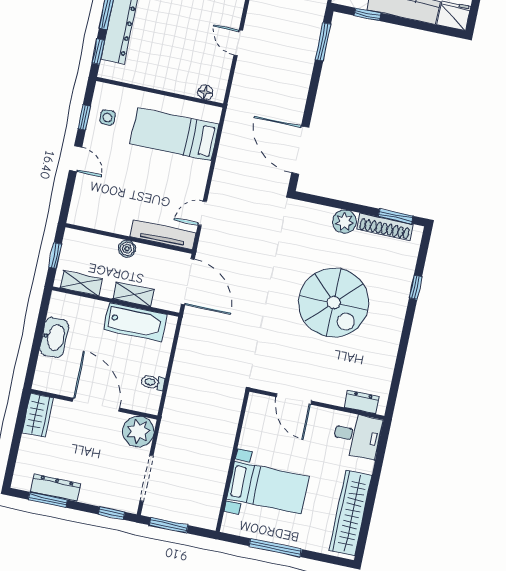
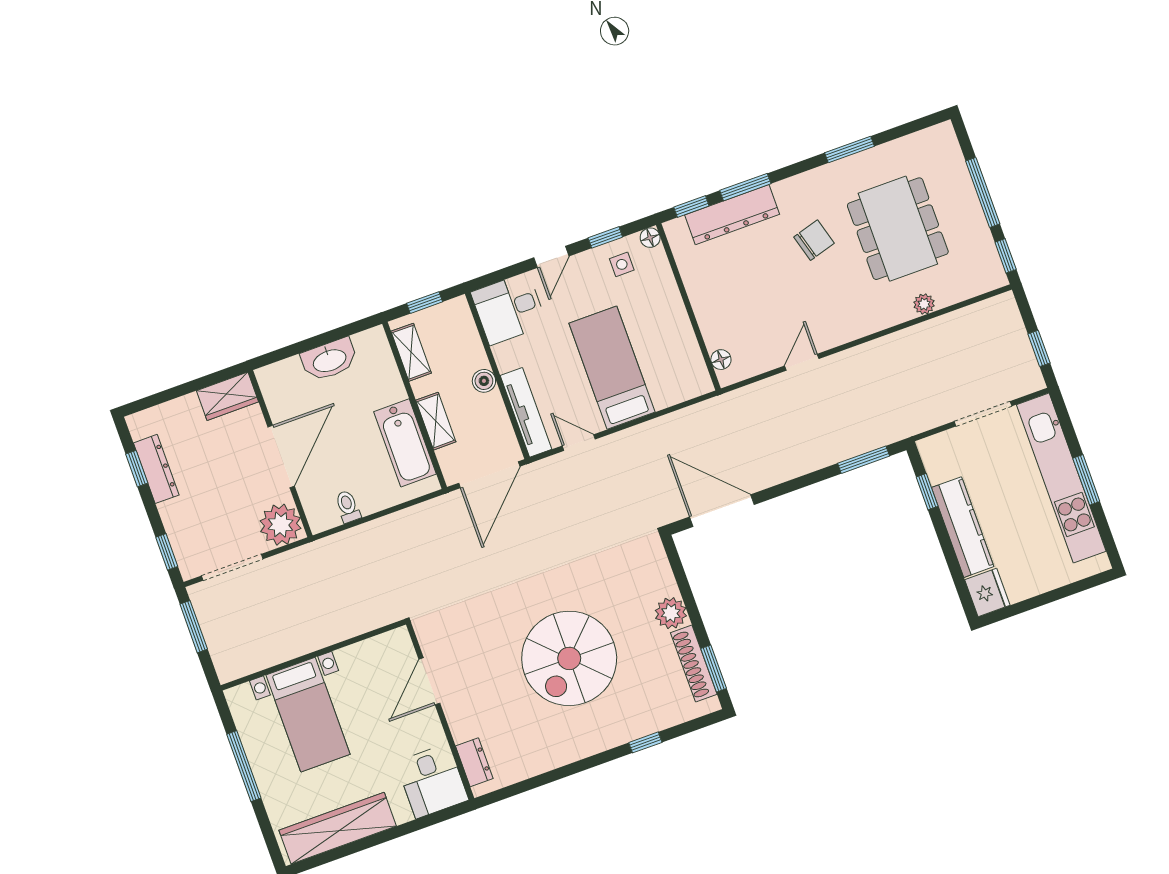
floor lamp: (102, 89) -> (650, 238), added
bed: (174, 134) -> (612, 368), moved
door: (300, 150) -> (722, 511), hinge flipped
desk: (92, 205) -> (509, 309), added
window: (48, 500) -> (137, 469), width x0.67

